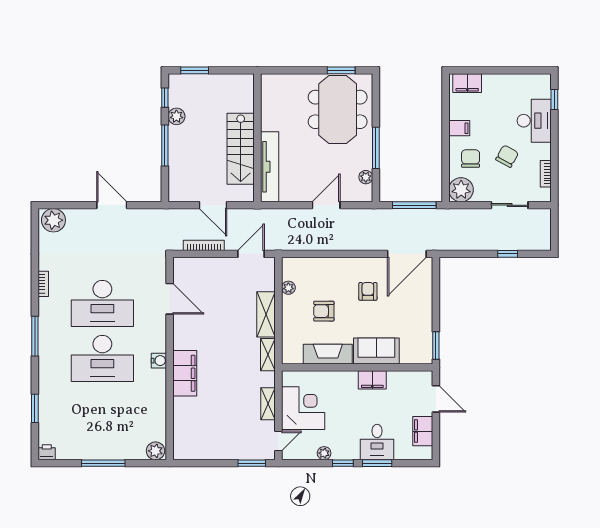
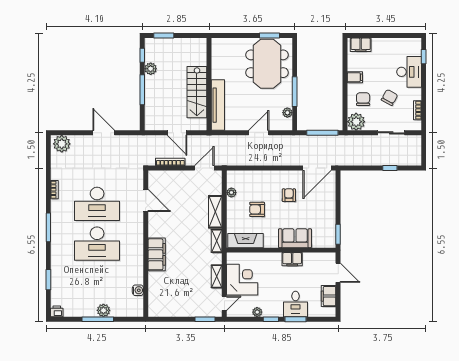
fireplace: (328, 354) -> (246, 241), moved
water cooler: (159, 361) -> (138, 290), moved
plant: (155, 451) -> (103, 310), moved

